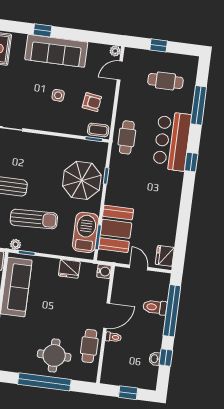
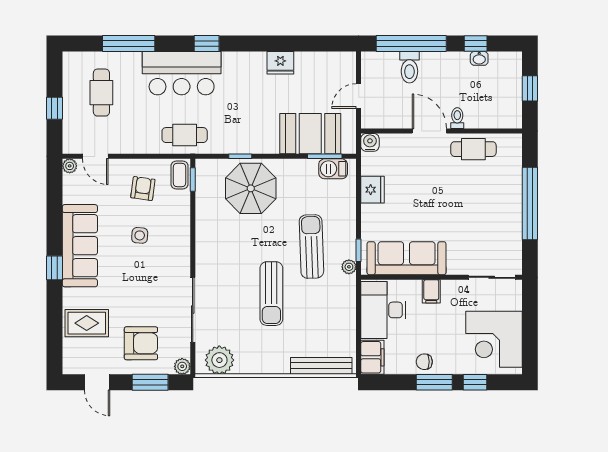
barbecue: (86, 232) -> (333, 169), width x0.53, depth x0.65
fridge: (165, 256) -> (280, 63), moved
round table: (54, 355) -> (493, 195), removed

